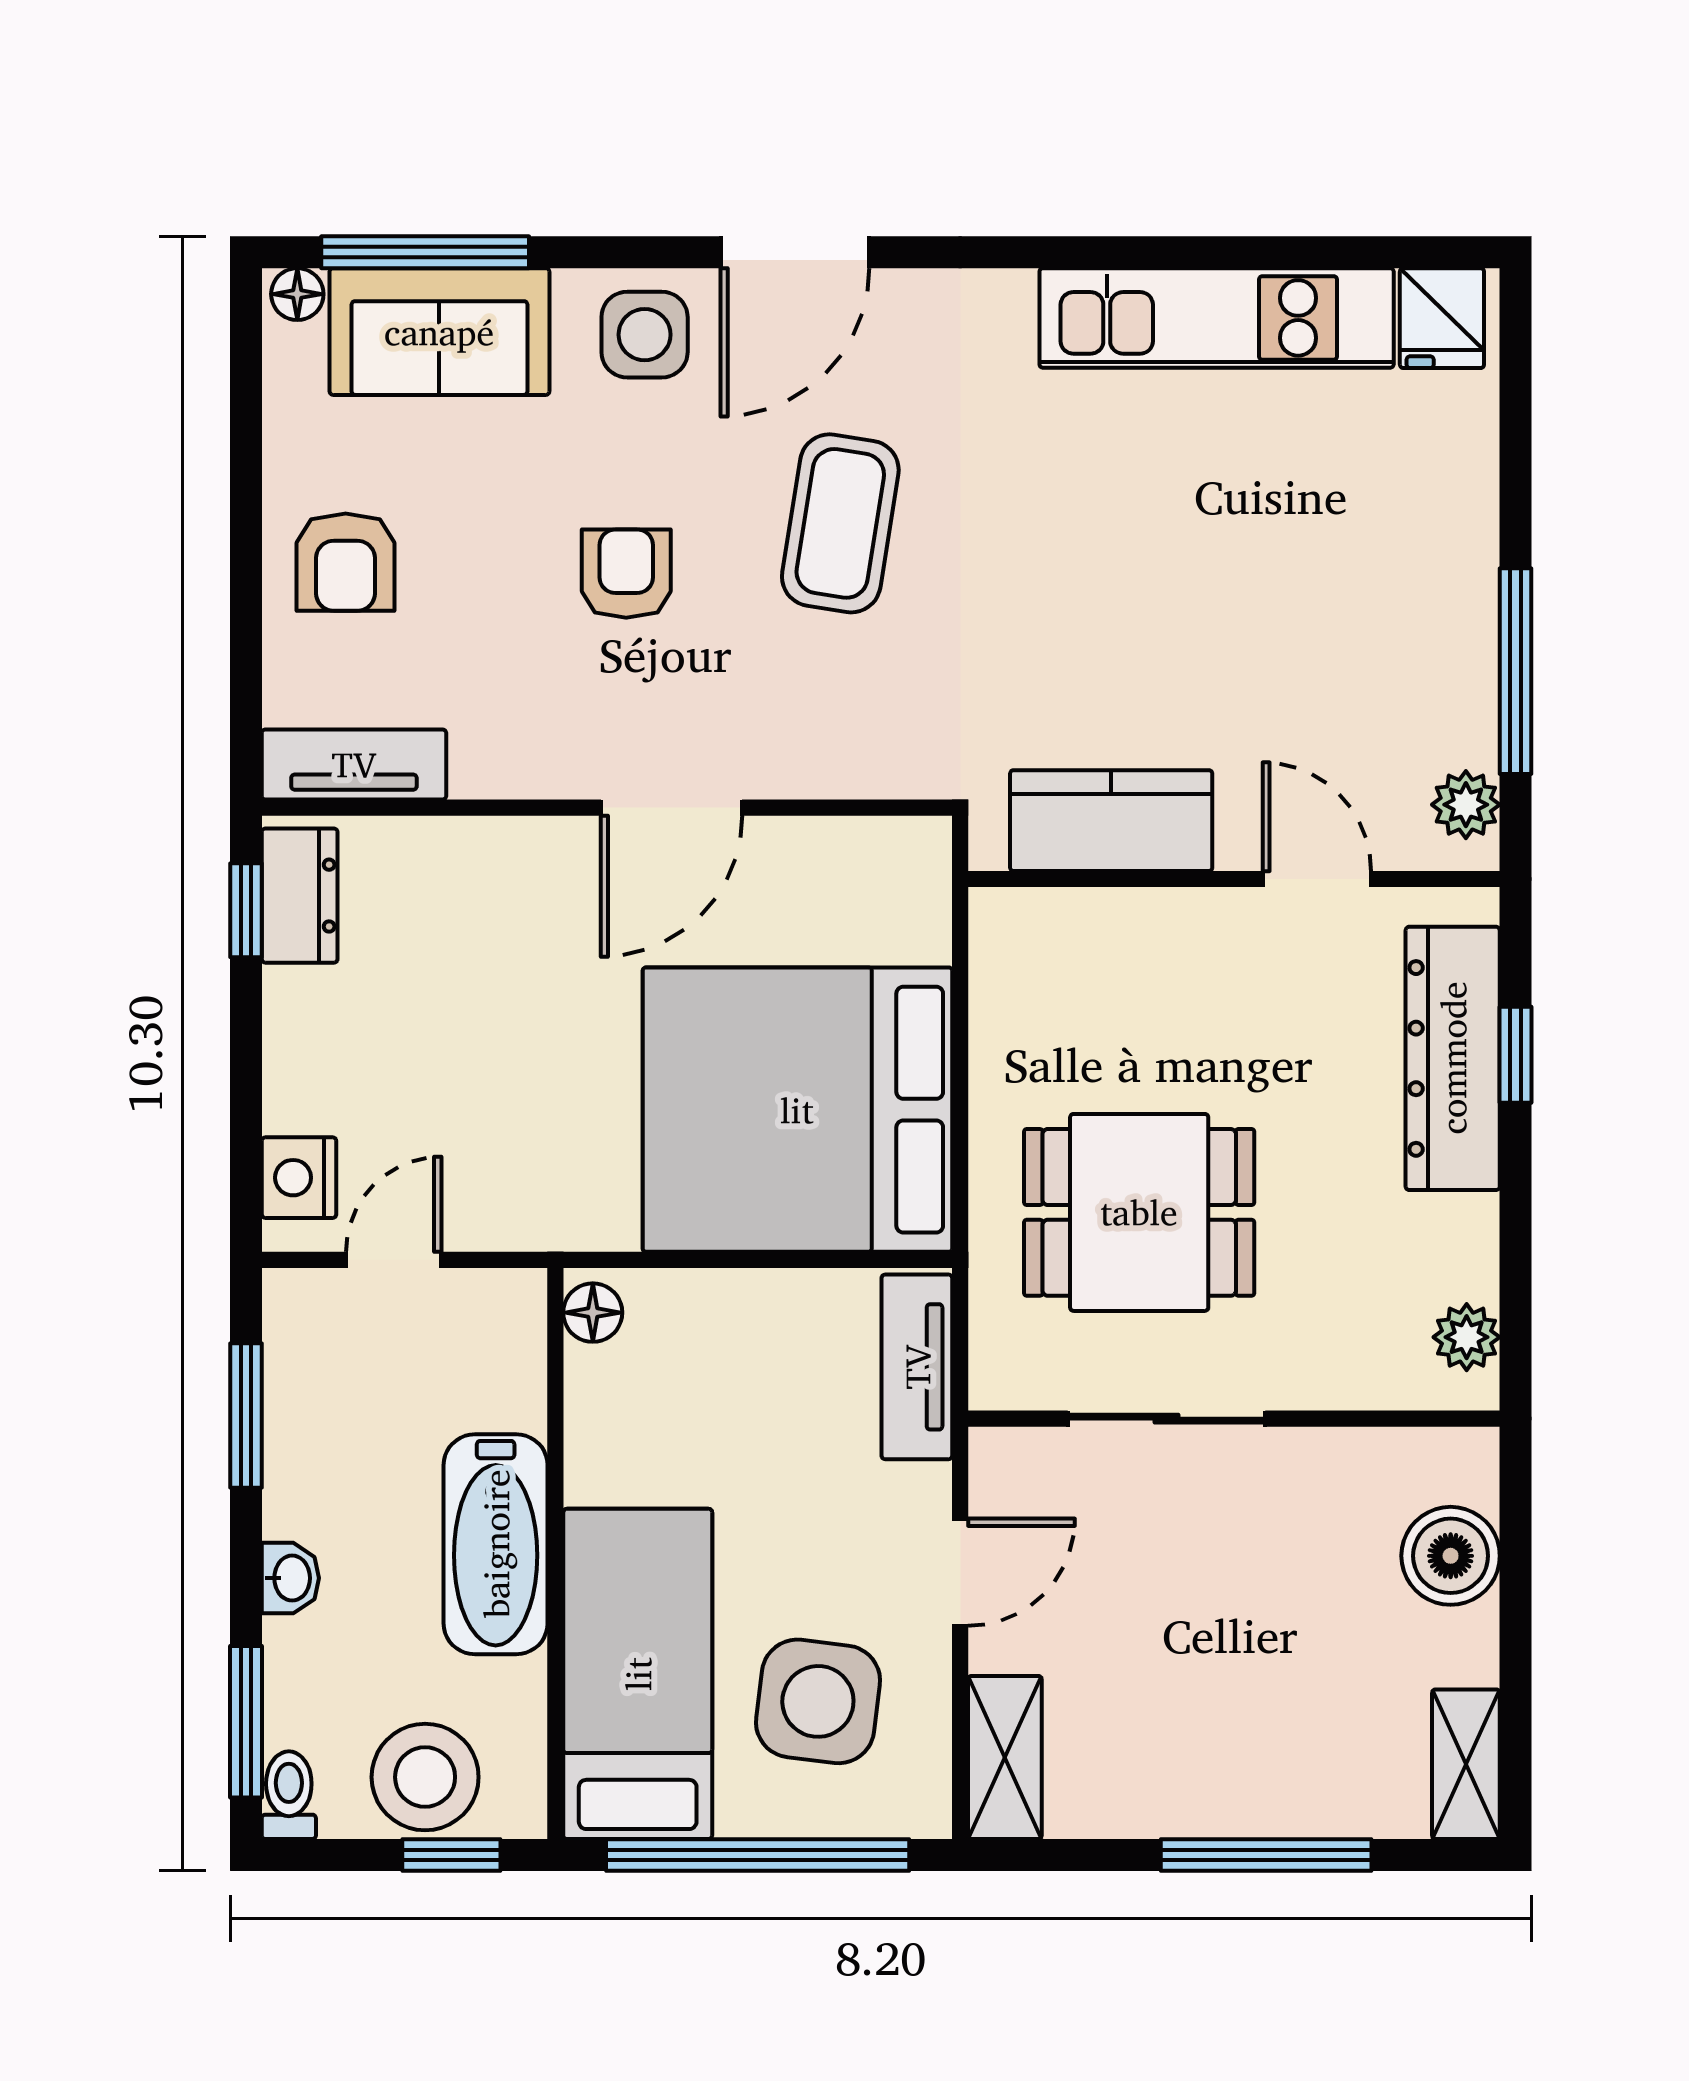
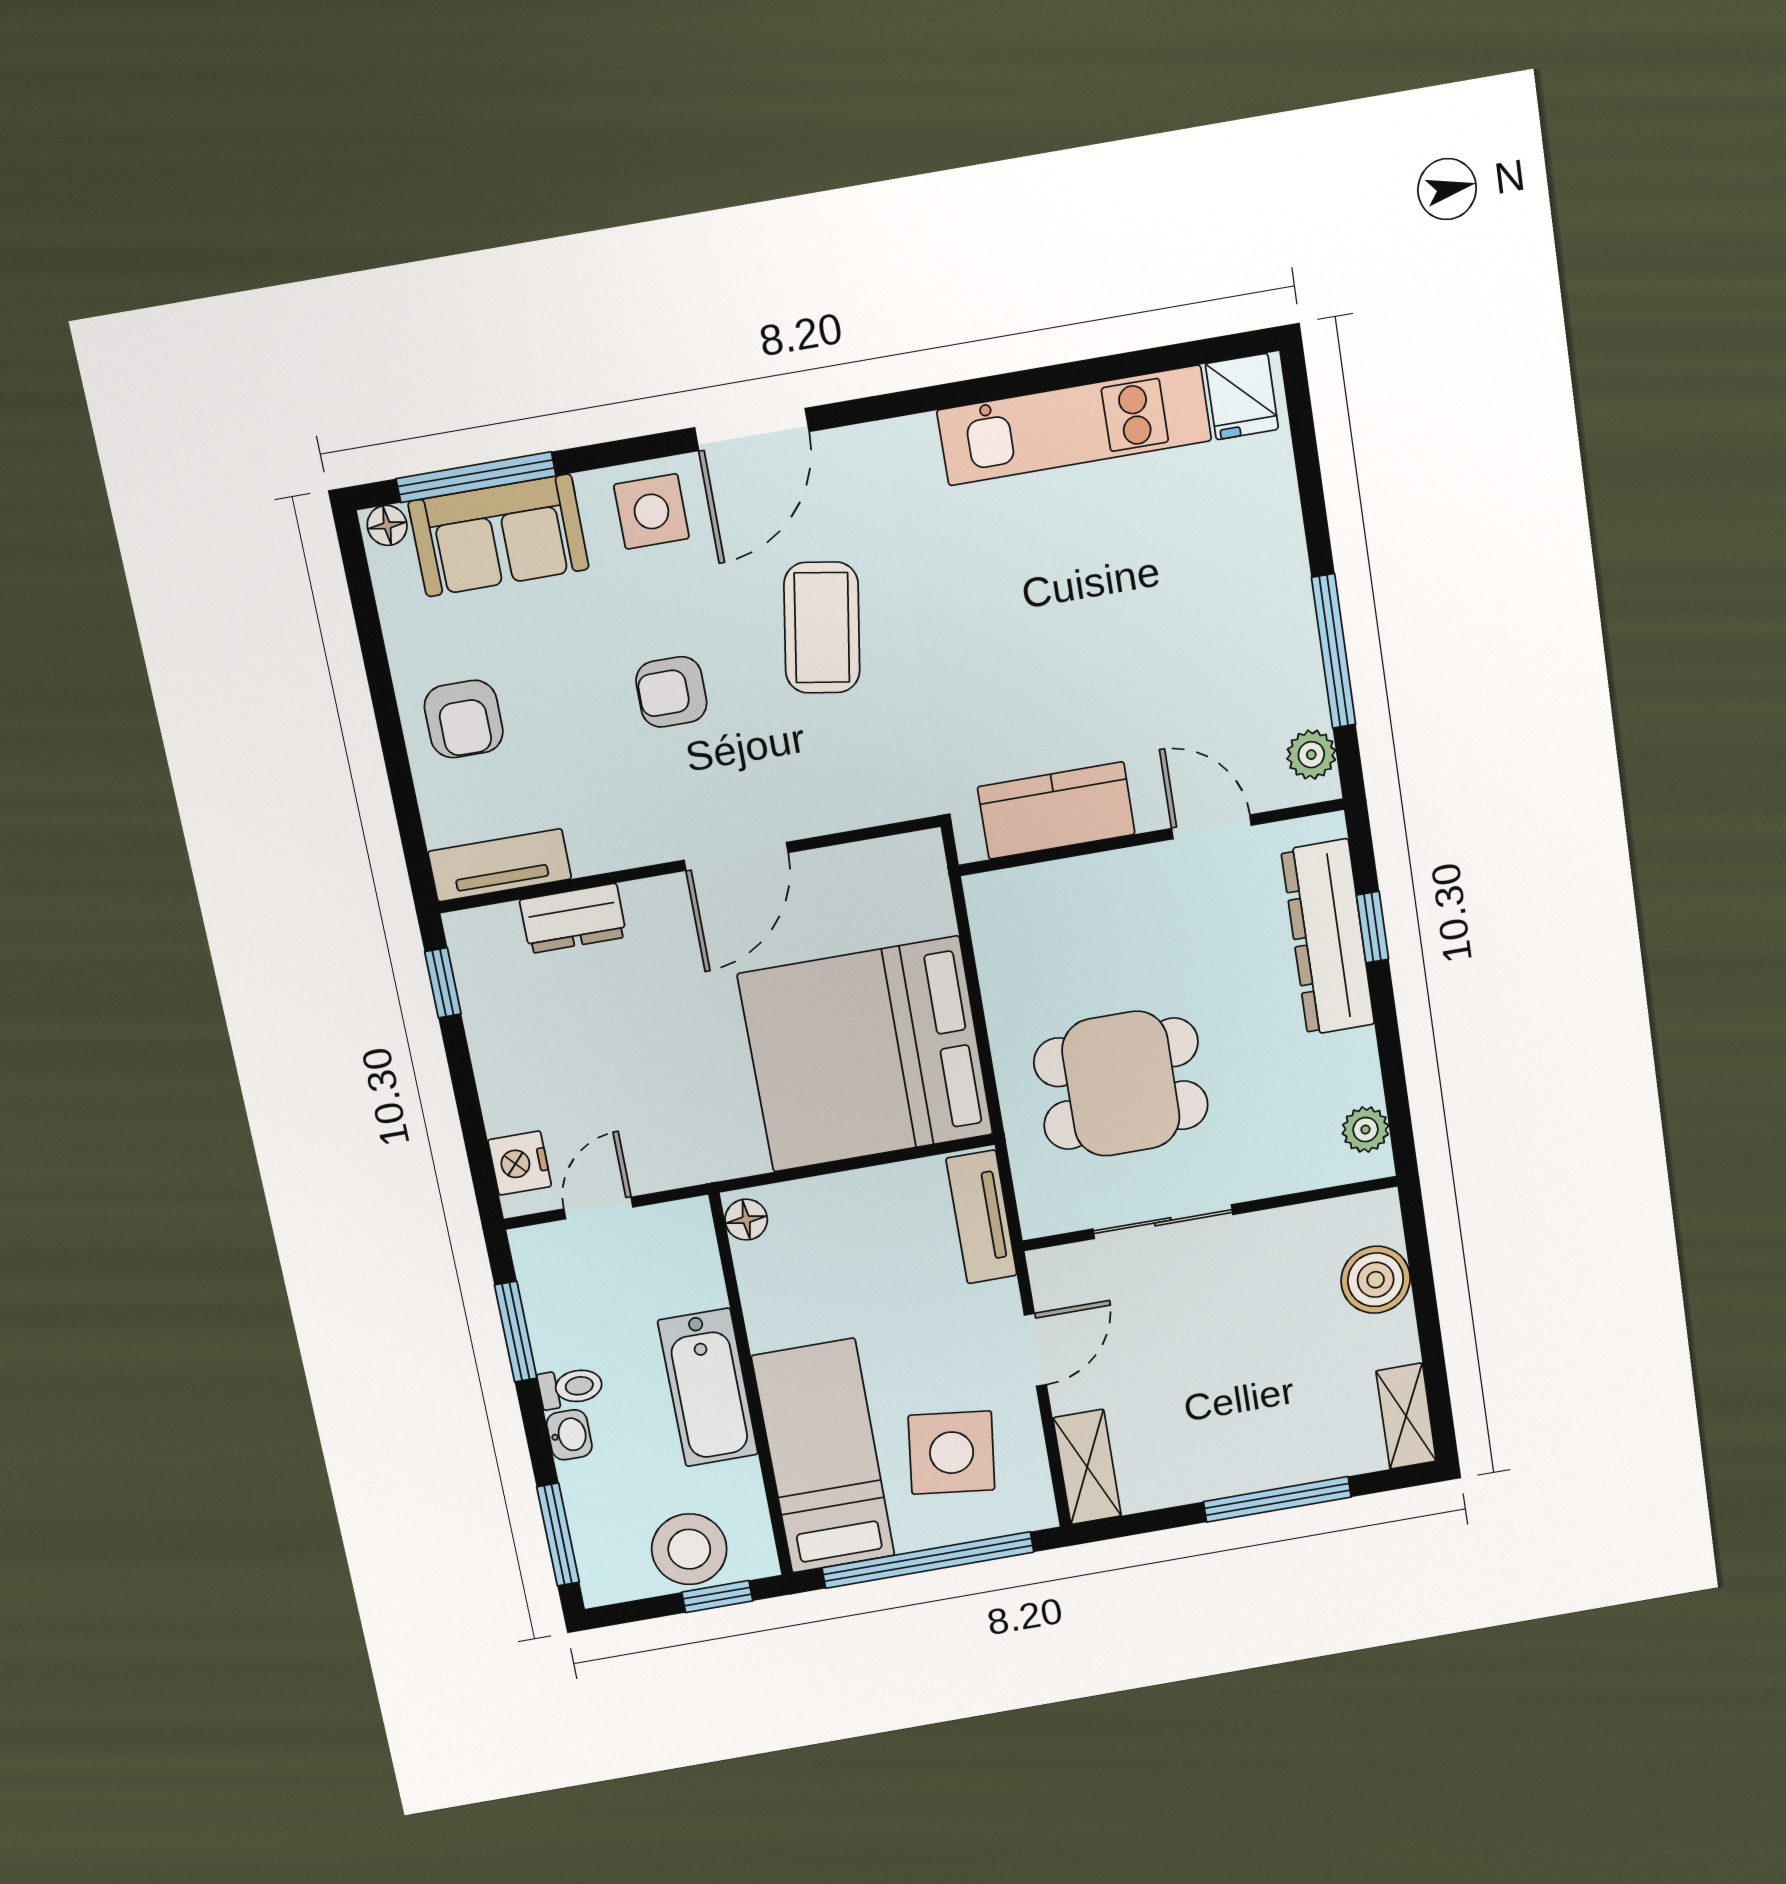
armchair: (626, 574) -> (671, 692), turned -90
dresser: (300, 896) -> (573, 918), moved, turned 90
toilet: (289, 1795) -> (571, 1387), moved, turned 90

